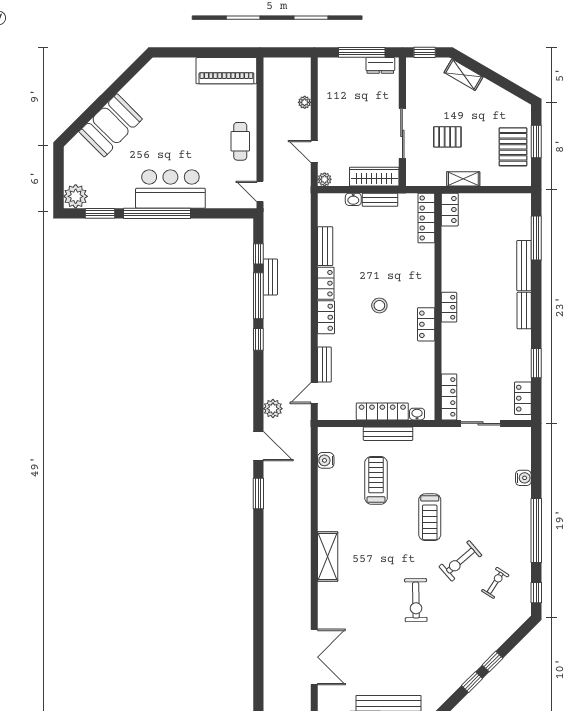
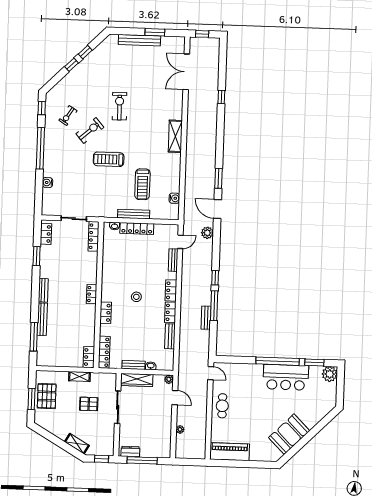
booth: (111, 125) -> (289, 434), moved
bar counter: (170, 189) -> (286, 377), moved
window: (258, 254) -> (221, 97), moved
locker: (426, 324) -> (106, 313), moved
treadmill: (430, 517) -> (109, 159), turned -90

